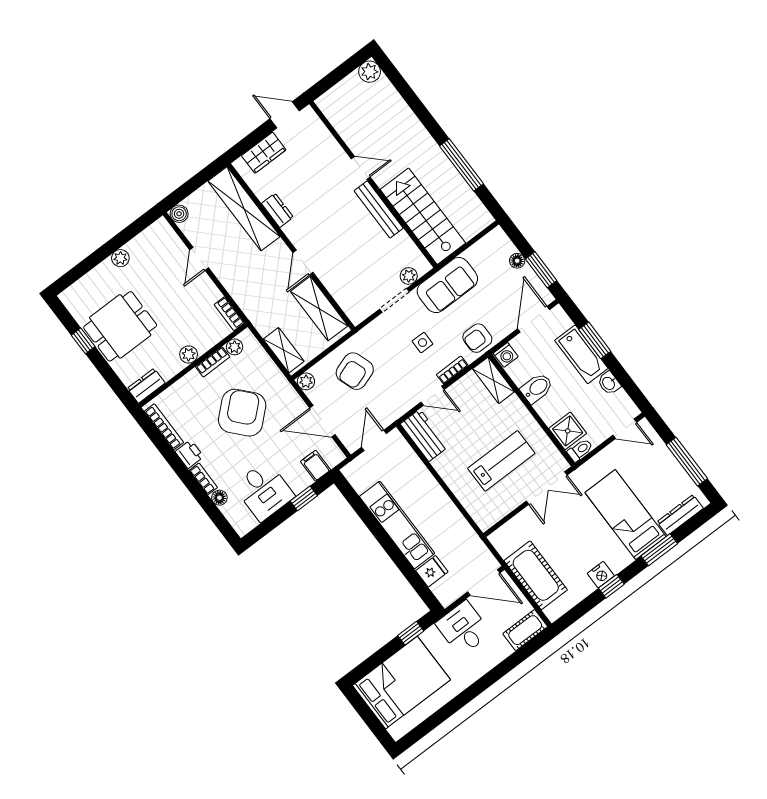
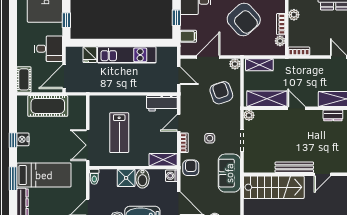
plant: (409, 276) -> (249, 115), moved
shower: (568, 431) -> (126, 178), moved

